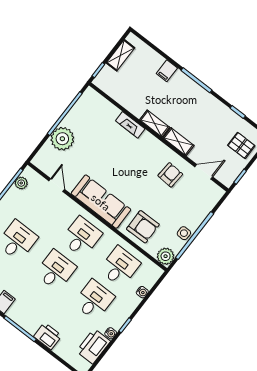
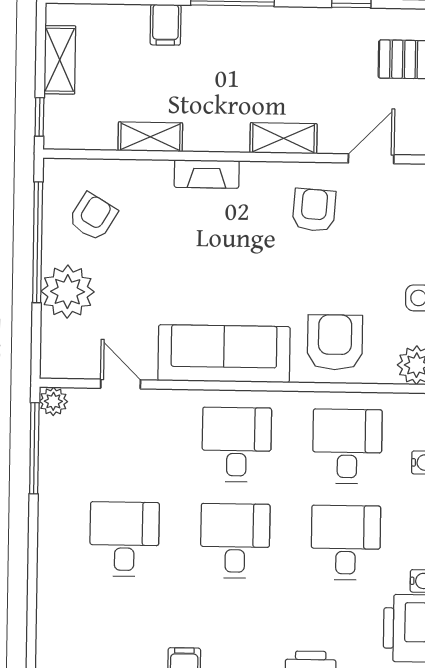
armchair: (91, 119) -> (93, 217), added
shelving: (155, 124) -> (150, 137), moved
fireplace: (130, 125) -> (207, 174), moved
plant: (21, 183) -> (53, 401), moved
armchair: (143, 227) -> (335, 342), turned -89

